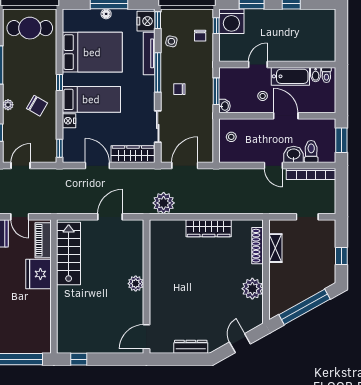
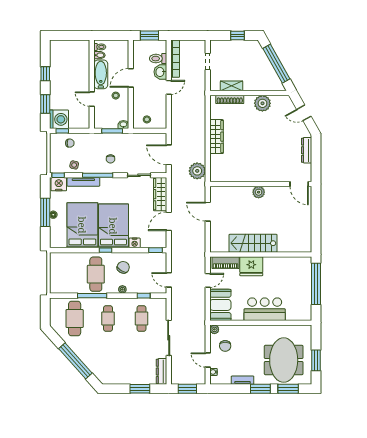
cafe table: (30, 28) -> (96, 274), moved
bed: (91, 99) -> (113, 226), width x1.50
stairs: (69, 253) -> (253, 243), moved
window: (79, 359) -> (316, 235), removed

